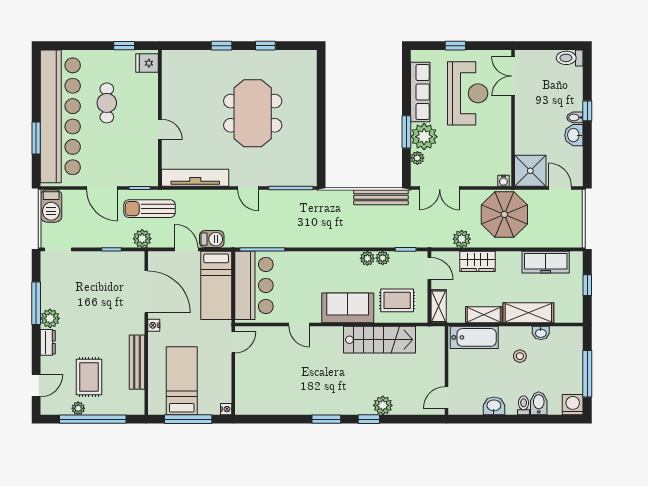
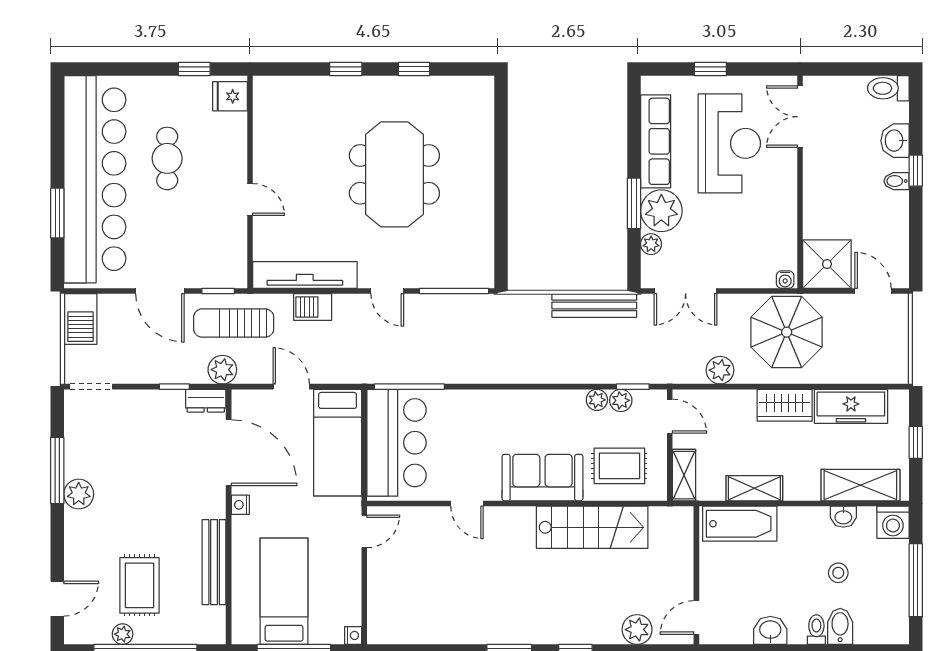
washbasin: (574, 135) -> (895, 141), moved
barbecue: (212, 239) -> (313, 307), moved, turned 180
plant: (367, 258) -> (621, 400), moved
wardrobe: (478, 261) -> (785, 405), moved
shelving: (528, 313) -> (860, 485), moved
dresser: (48, 342) -> (206, 401), moved, turned 90
stool: (520, 356) -> (838, 573), moved
plant: (383, 405) -> (637, 630), moved
washing machine: (573, 405) -> (893, 522), moved, turned 180

